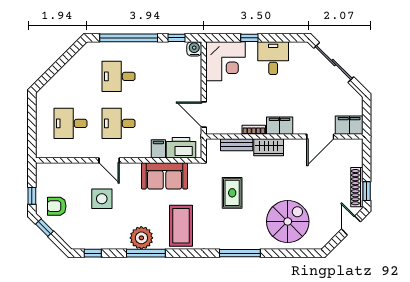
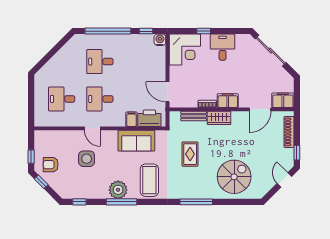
shoe rack: (357, 187) -> (289, 132), moved

